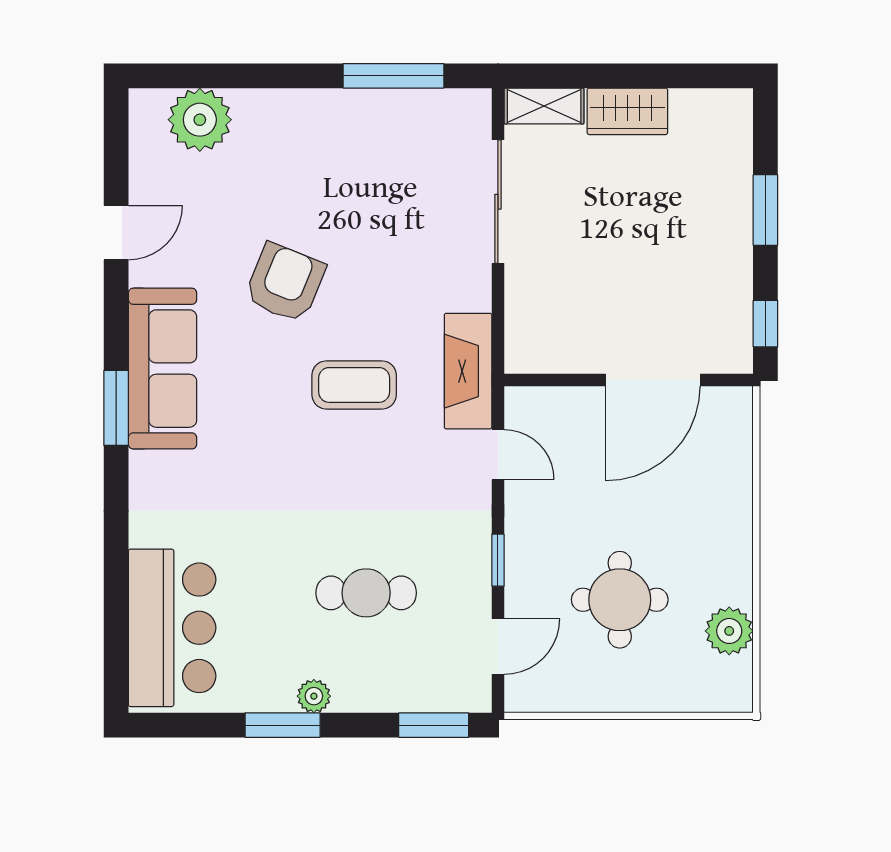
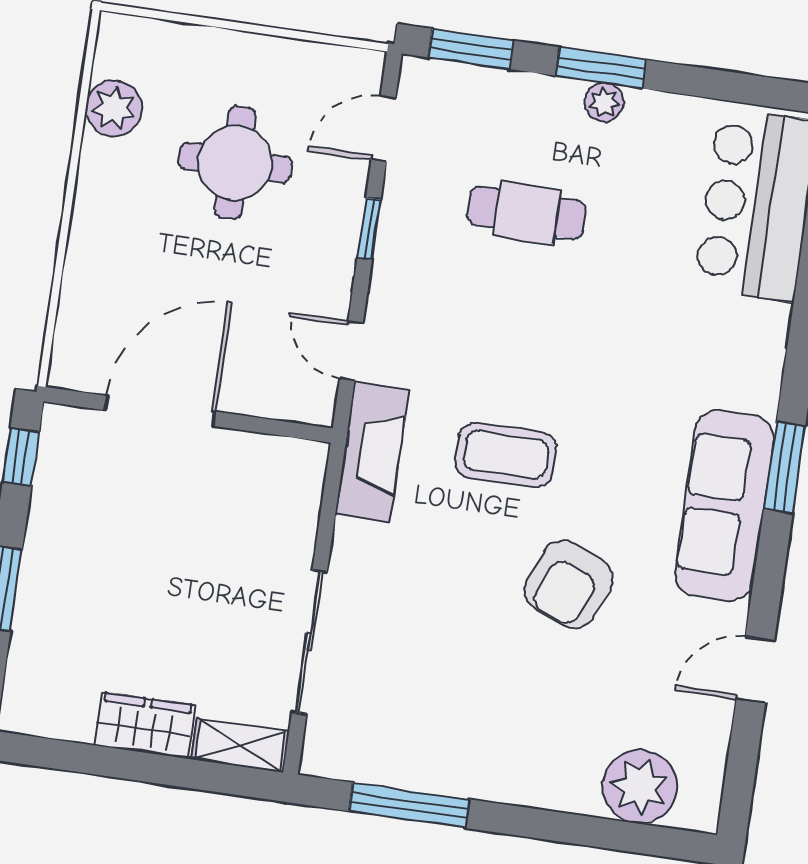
window: (283, 725) -> (601, 68), moved

